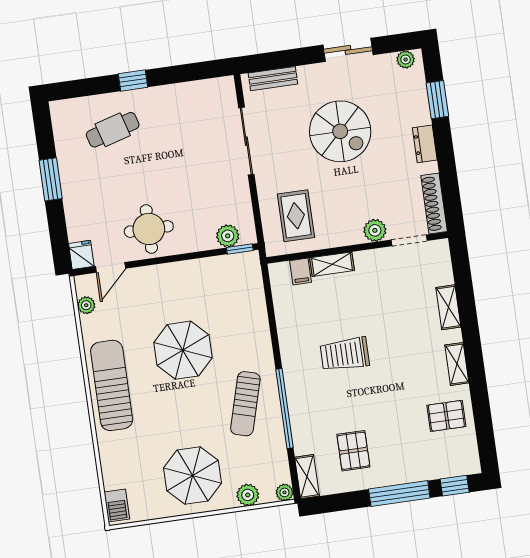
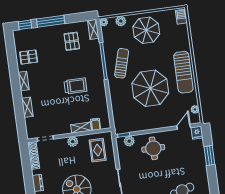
window: (51, 179) -> (209, 156), moved
round table: (149, 229) -> (153, 148), moved
plant: (375, 230) -> (73, 142), moved
parasol: (183, 350) -> (150, 88), width x1.36, depth x1.36

